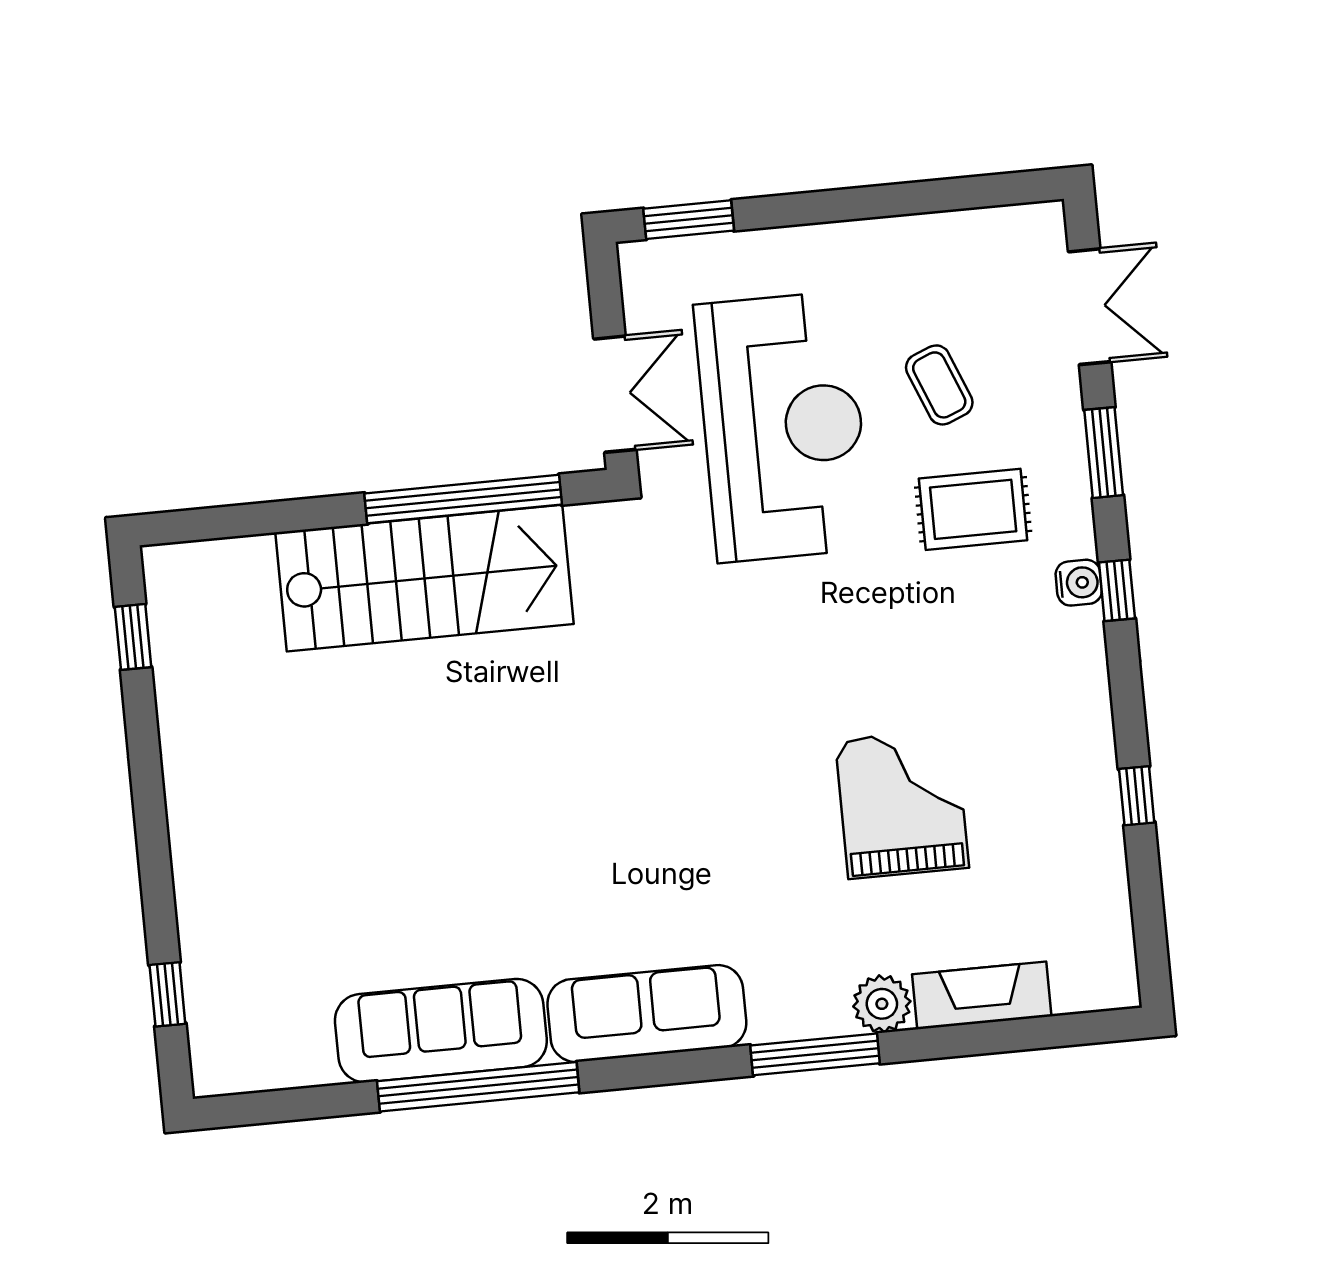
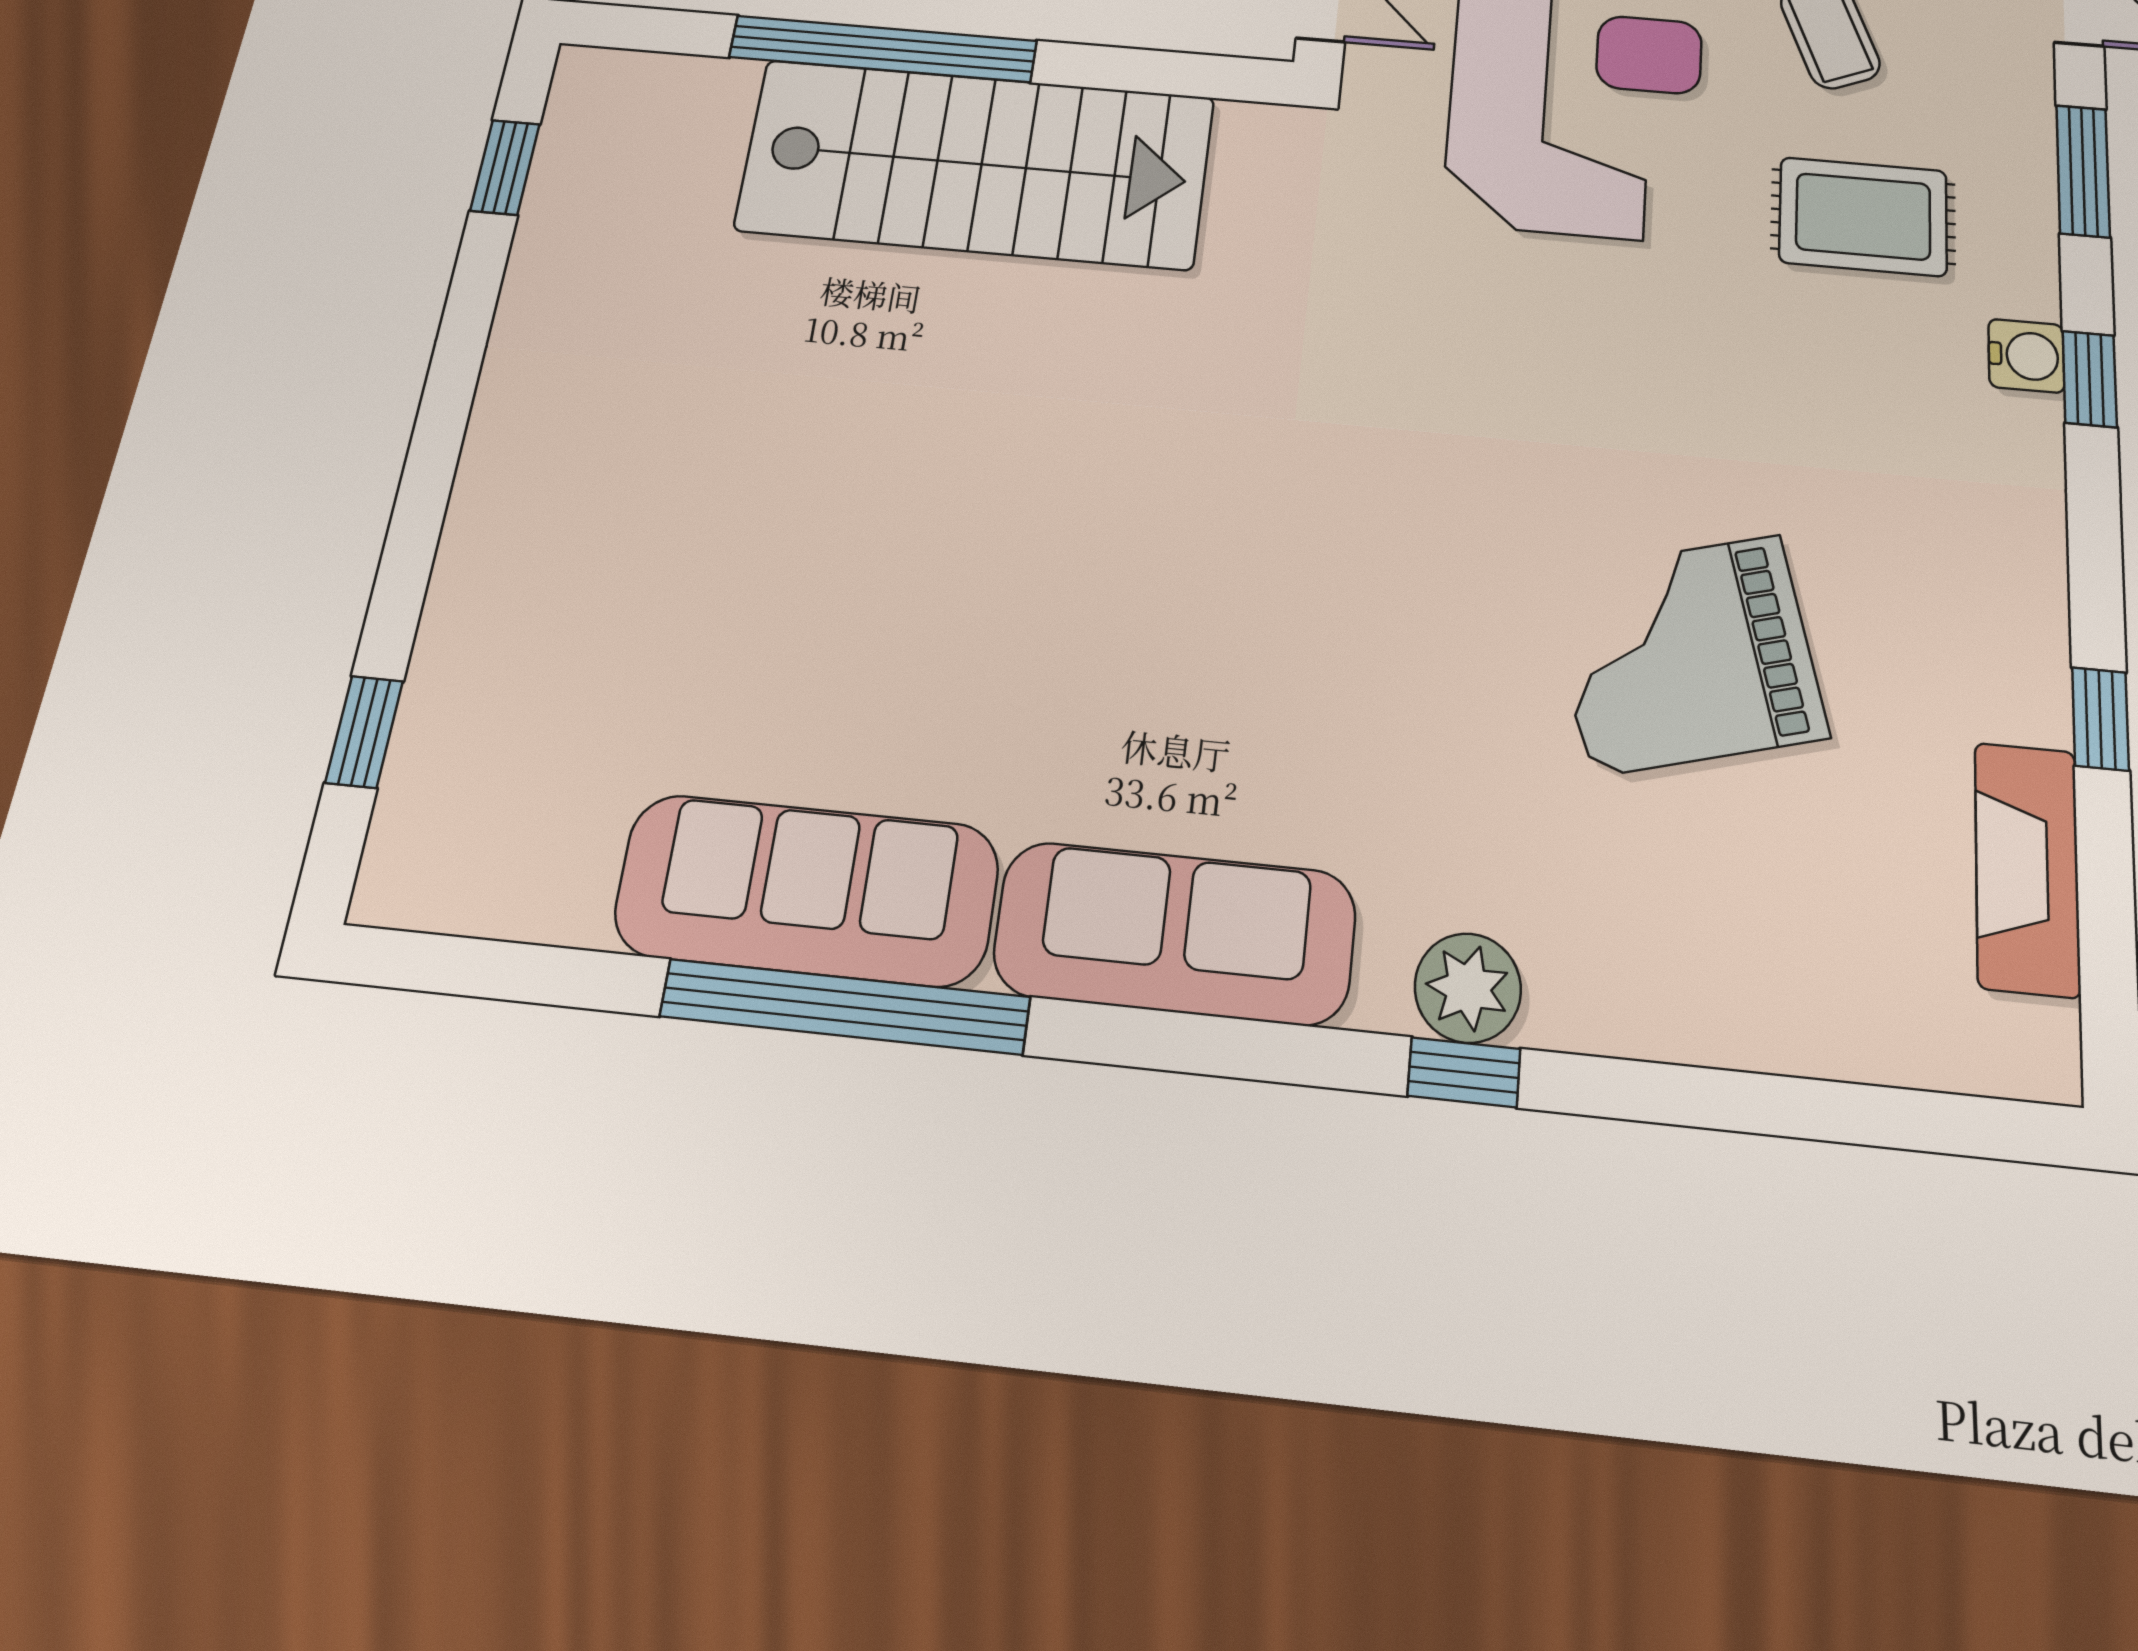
window: (463, 499) -> (883, 49), moved
grand piano: (902, 804) -> (1686, 654), turned -105
fireplace: (982, 995) -> (2027, 868), moved, turned -90
plant: (882, 1004) -> (1468, 988), moved
window: (815, 1054) -> (1464, 1072), width x0.46

